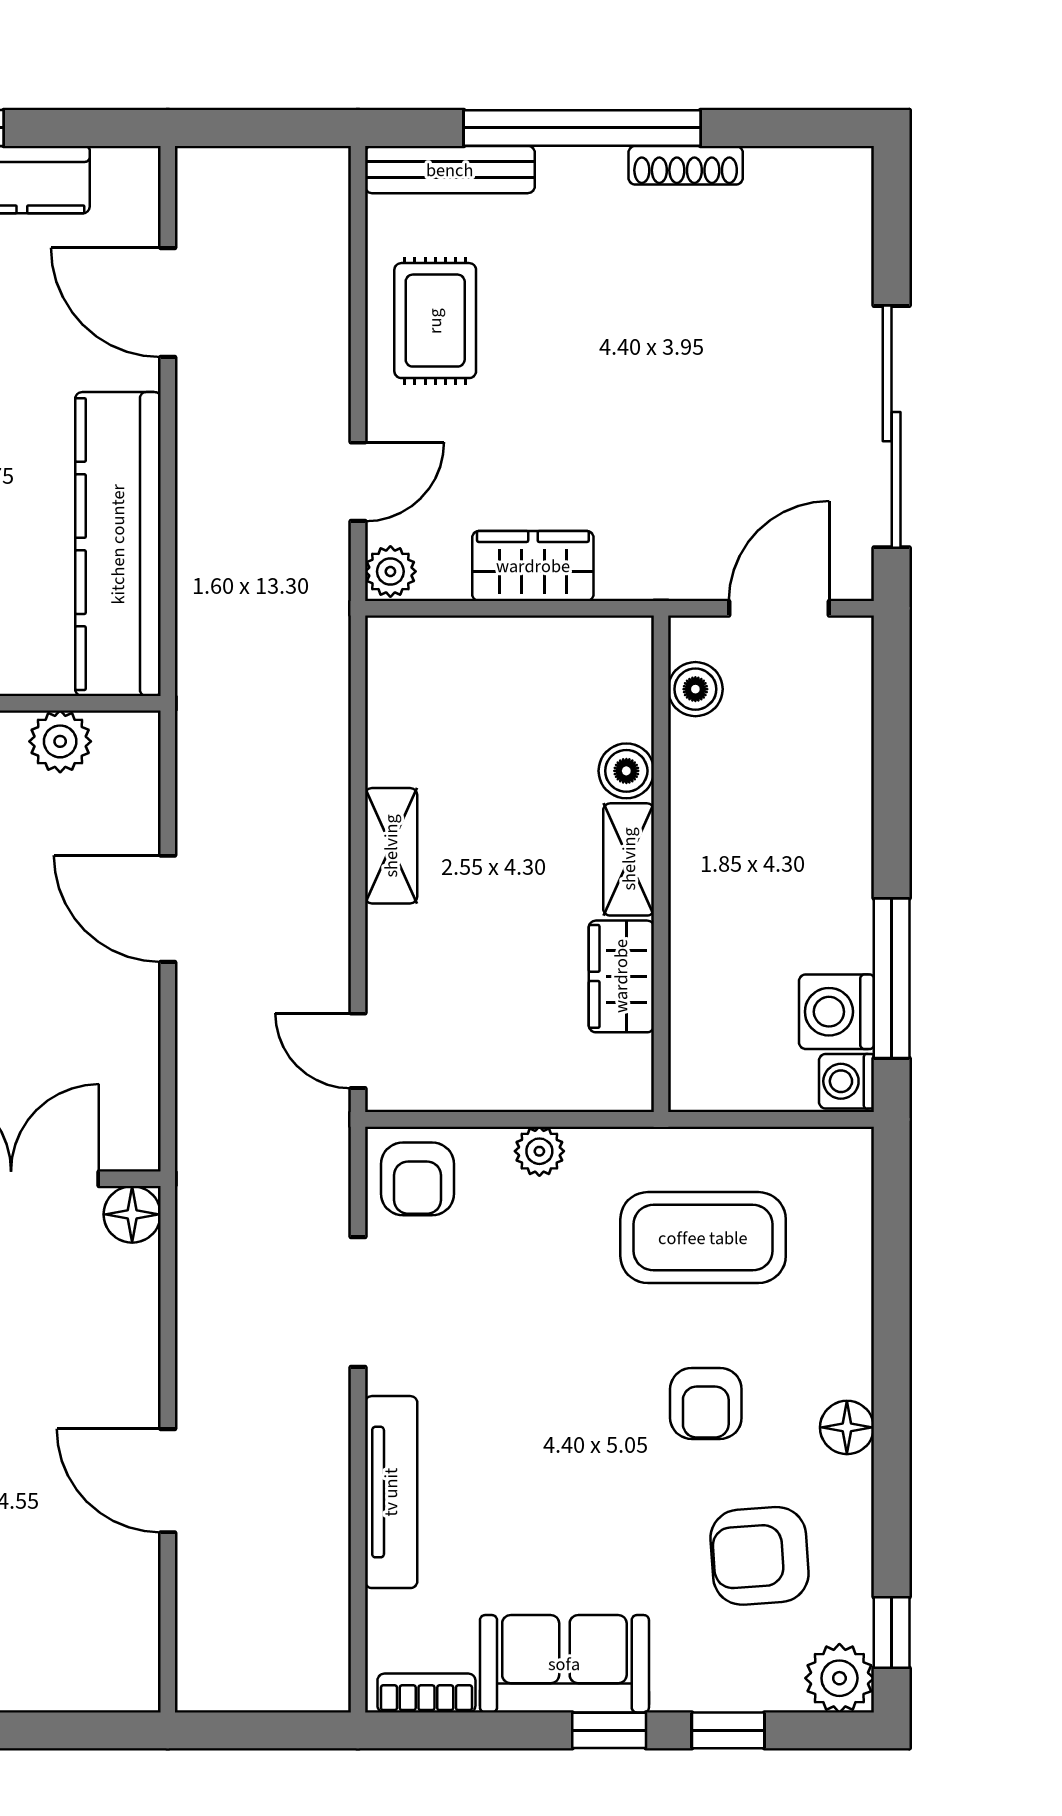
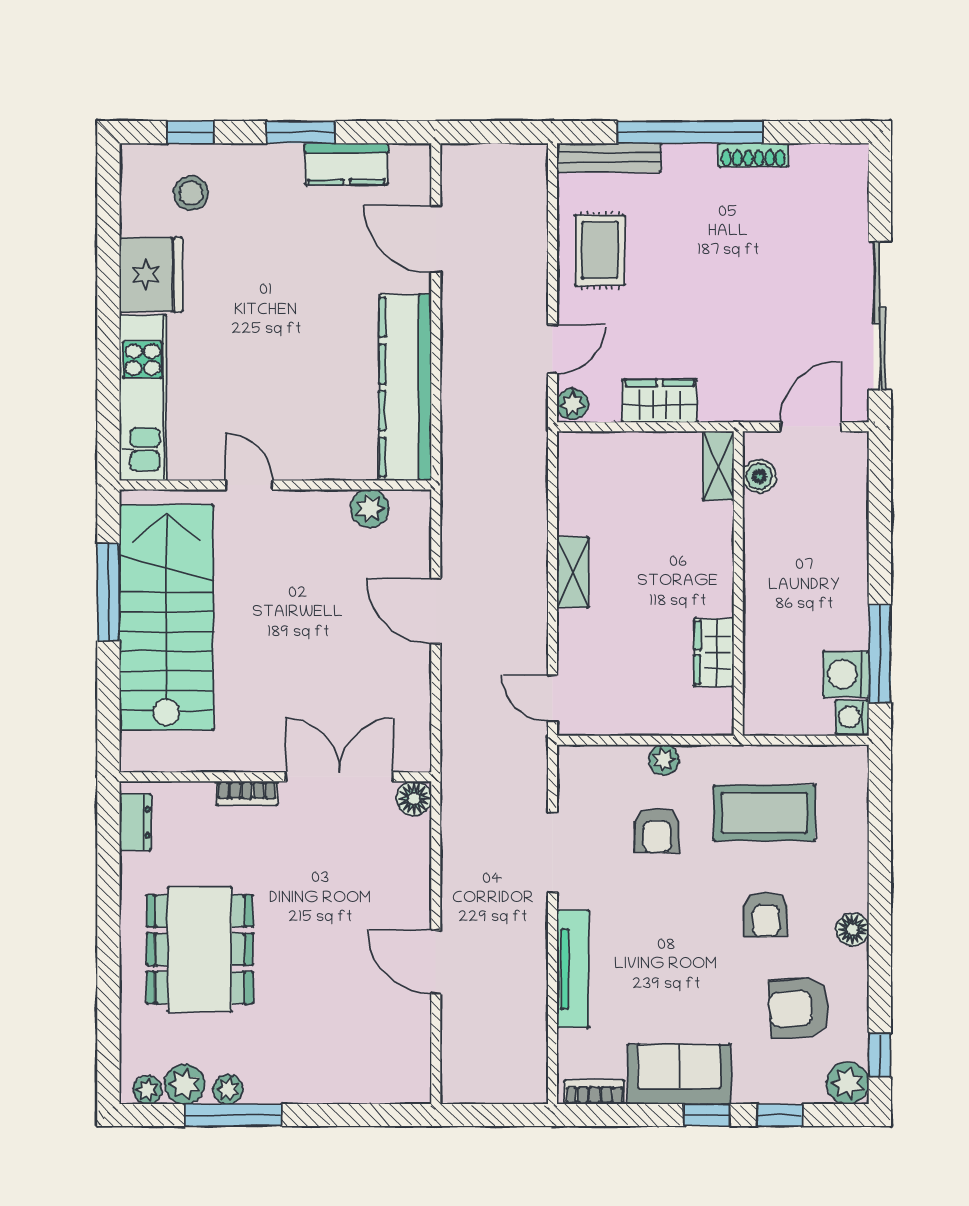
boiler: (626, 771) -> (717, 527), removed
shelving: (629, 859) -> (718, 466), moved
armchair: (418, 1179) -> (657, 830), moved

